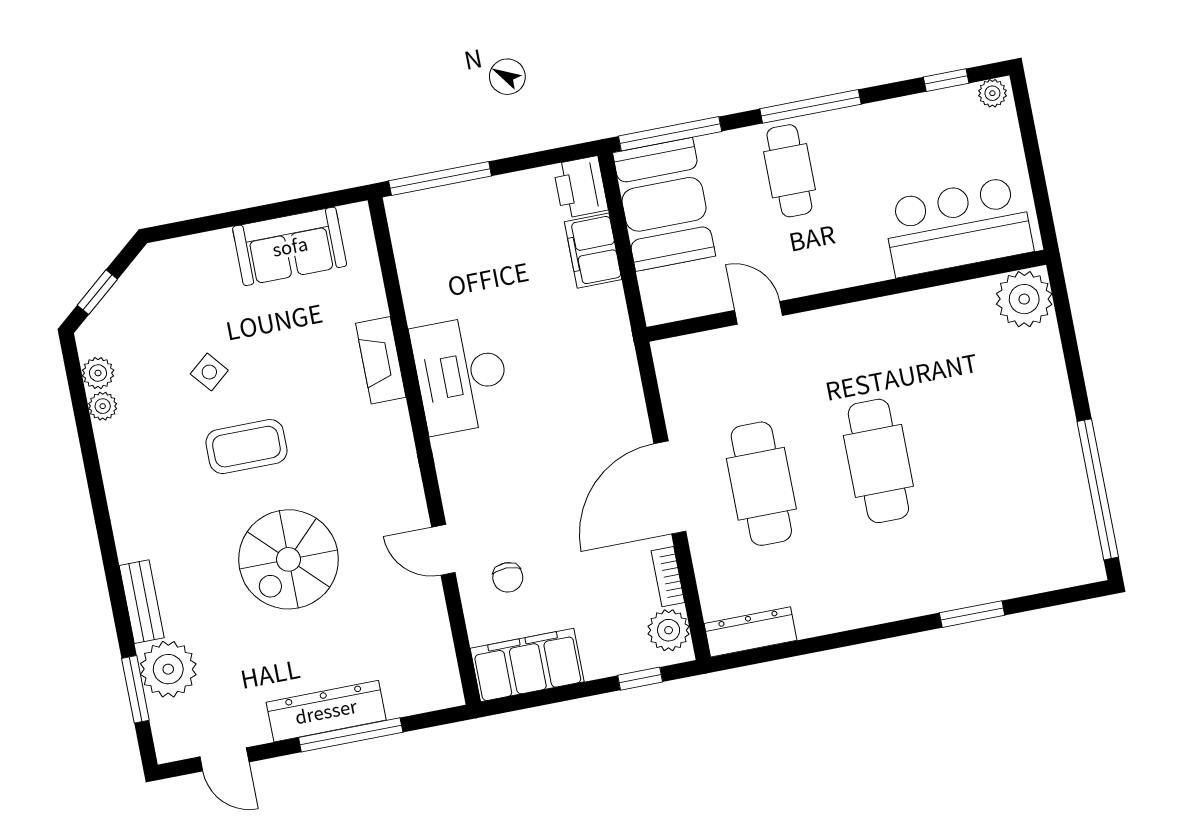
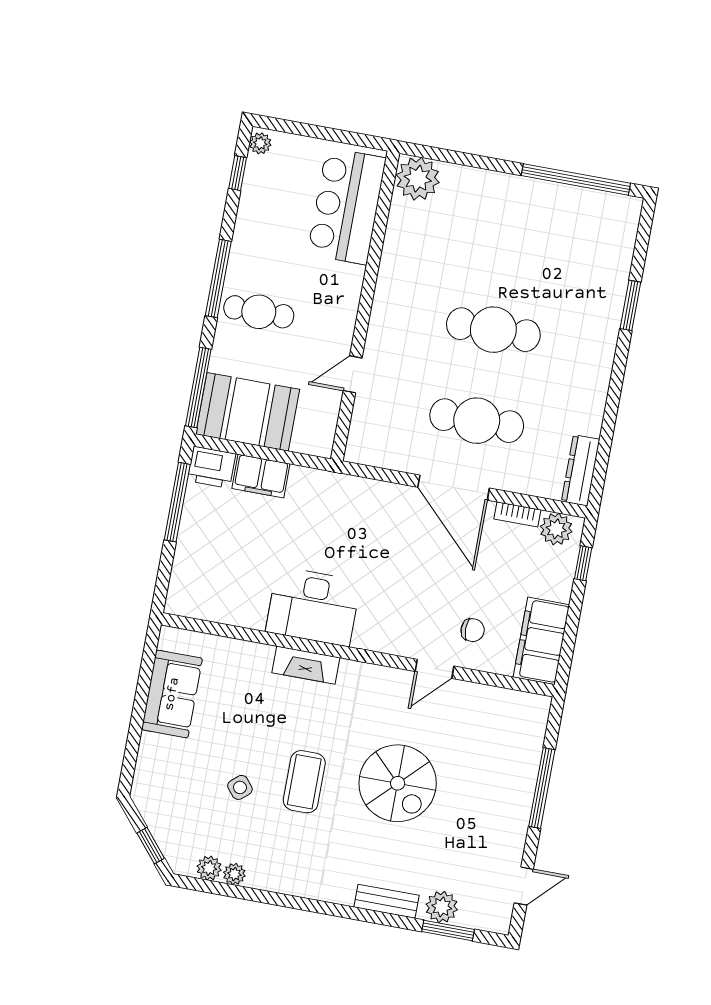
window: (440, 178) -> (177, 502), moved
fireplace: (381, 360) -> (306, 665), moved
plant: (168, 669) -> (442, 907), width x0.73, depth x0.73
dresser: (326, 711) -> (518, 799), removed

